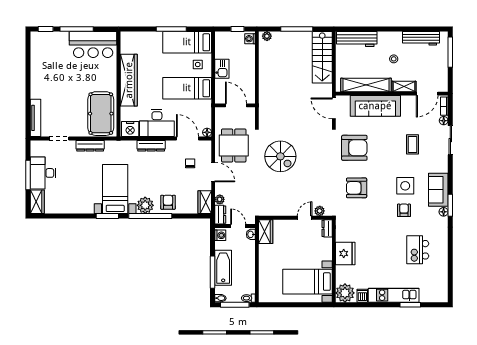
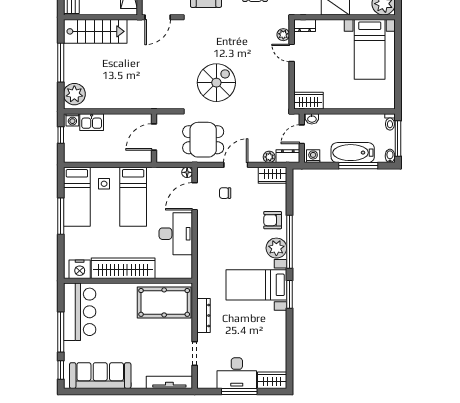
plant: (267, 36) -> (74, 94), width x1.88, depth x1.88
sofa: (41, 61) -> (100, 376), added
kitchen sink: (222, 69) -> (92, 122), moved, turned 180
nightstand: (130, 129) -> (80, 269), moved, turned 90
dresser: (151, 146) -> (203, 241), removed

